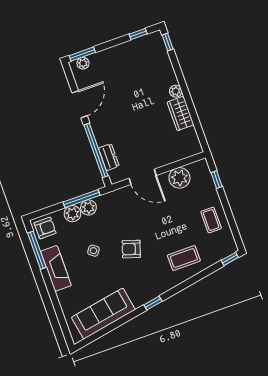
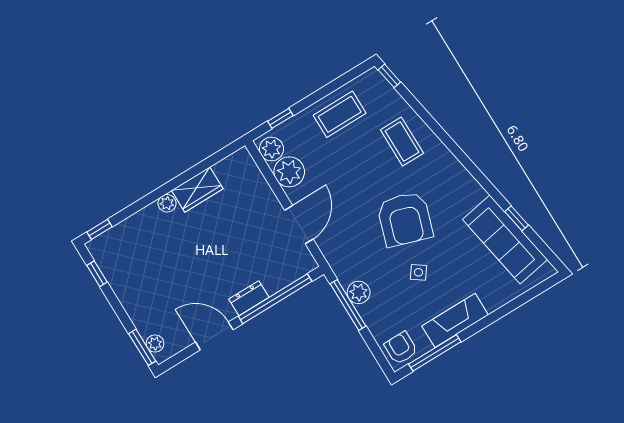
dresser: (109, 157) -> (249, 298), moved
plant: (72, 214) -> (271, 149), moved
coffee table: (211, 220) -> (340, 114), width x1.36, depth x1.30
armchair: (131, 249) -> (405, 219), width x1.88, depth x1.88
window: (153, 303) -> (517, 218), moved

